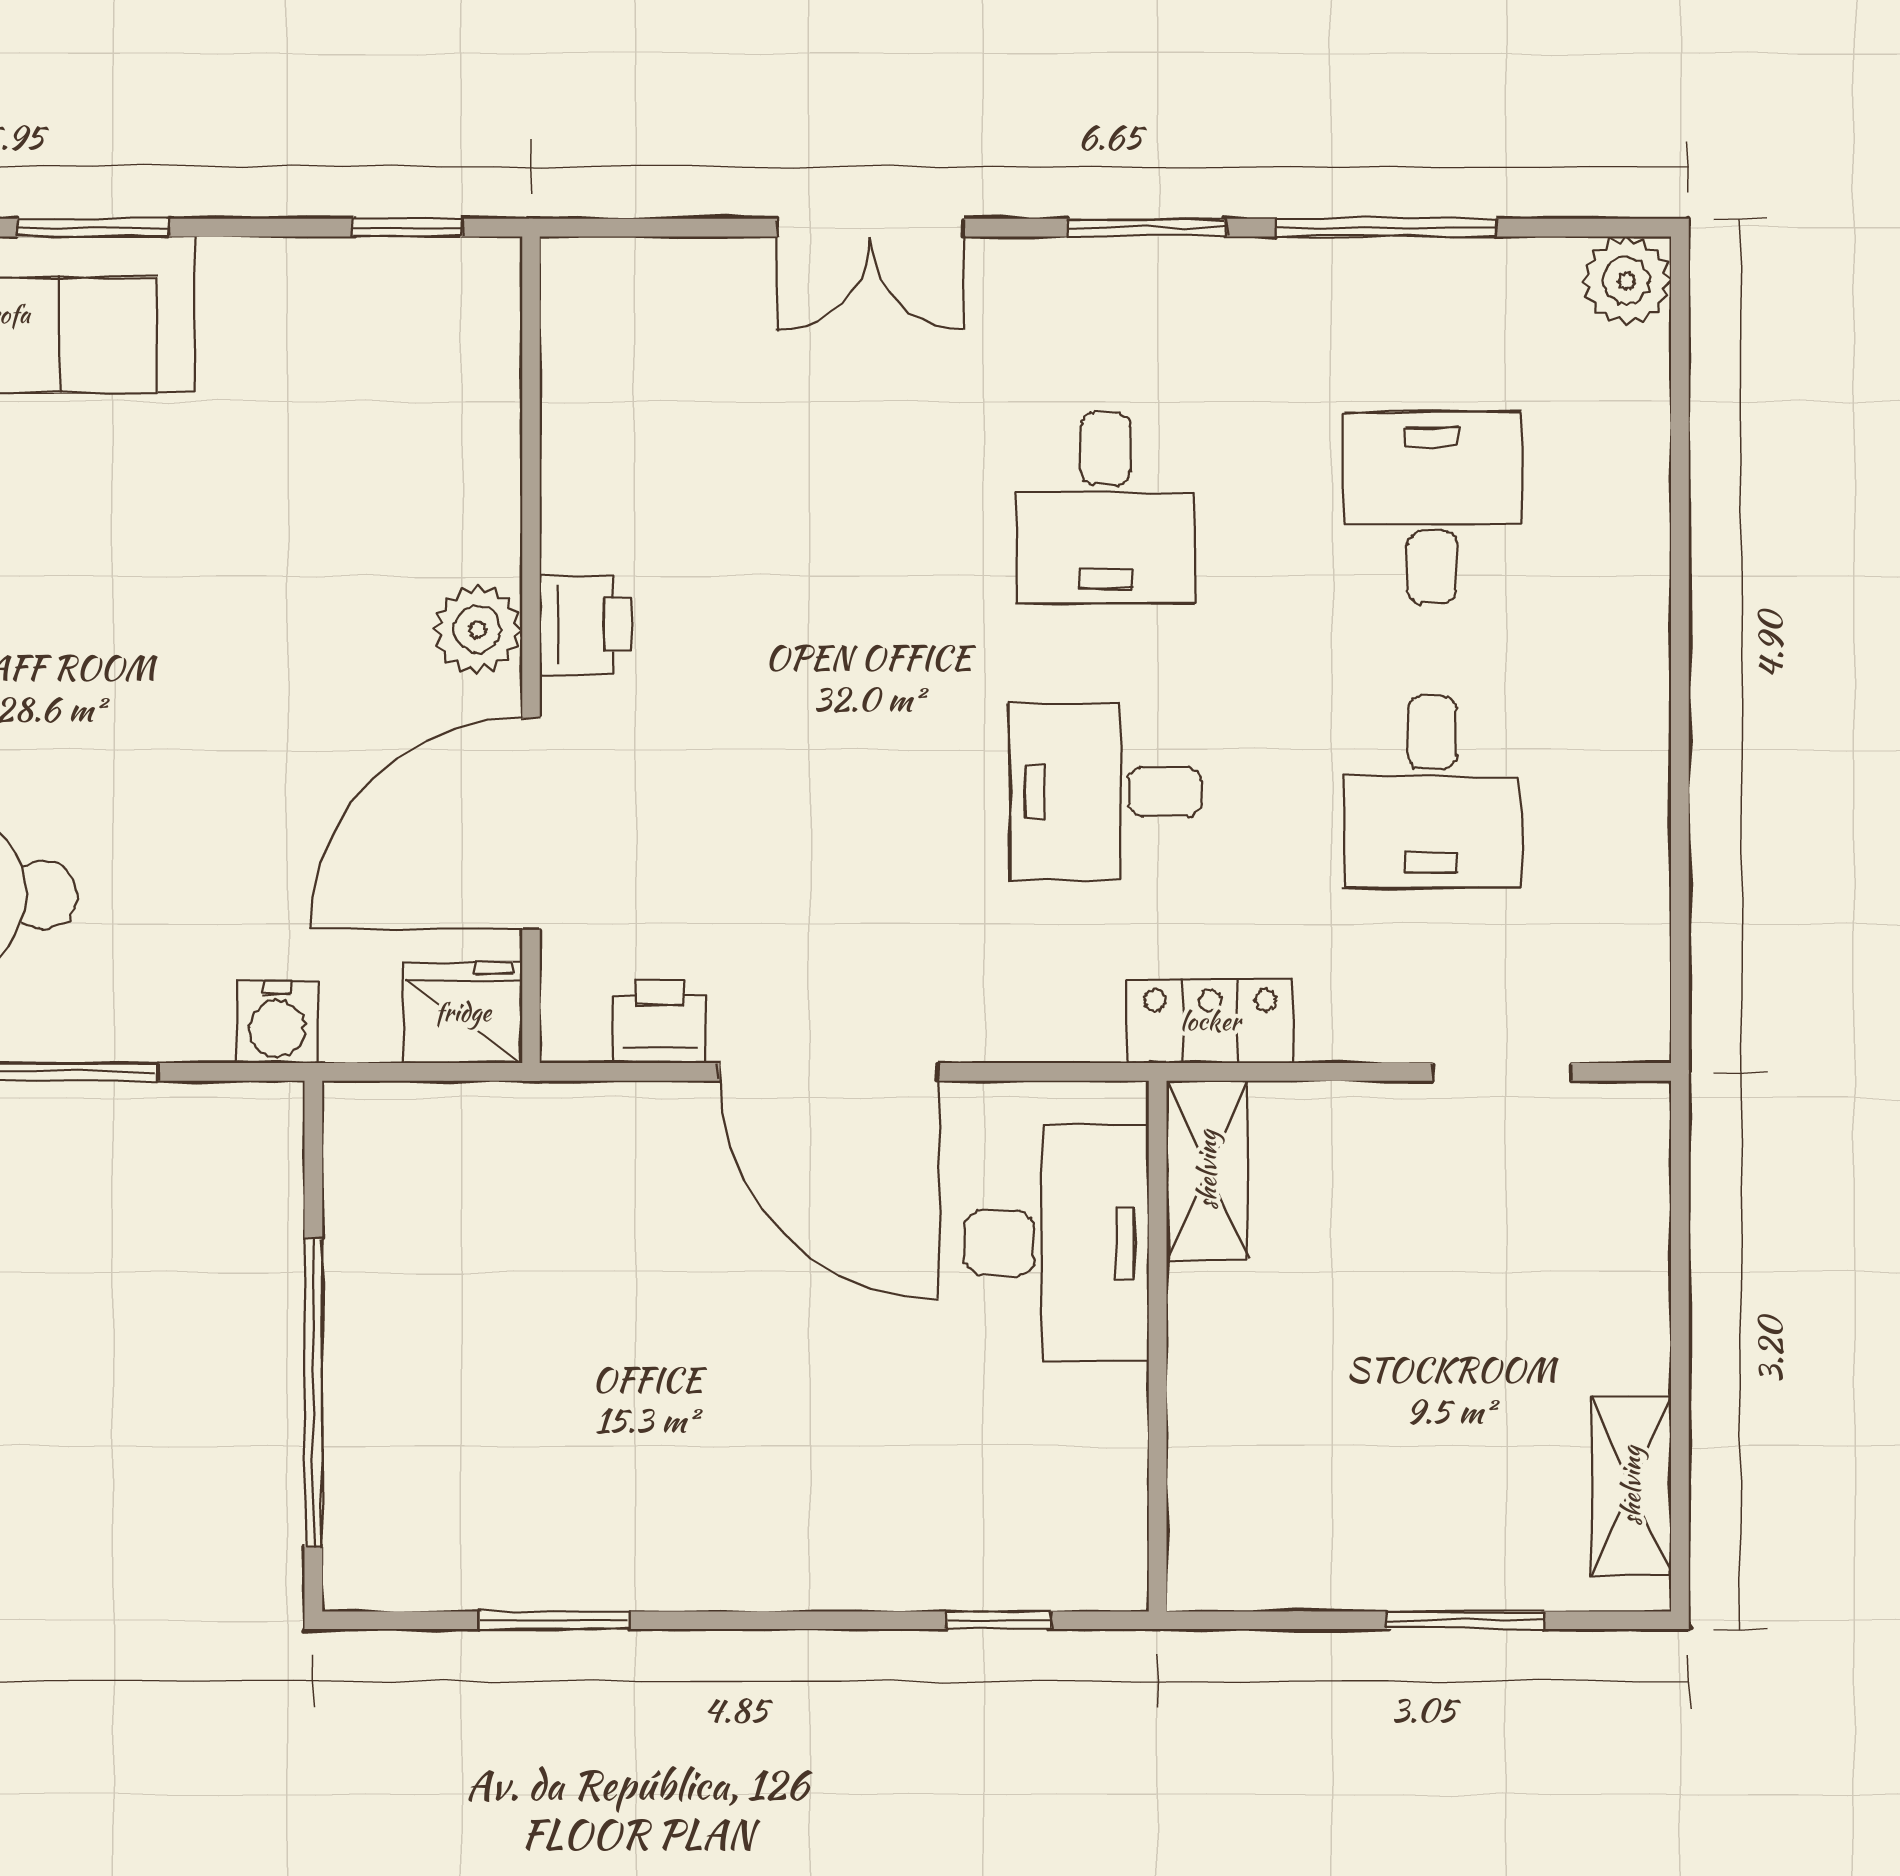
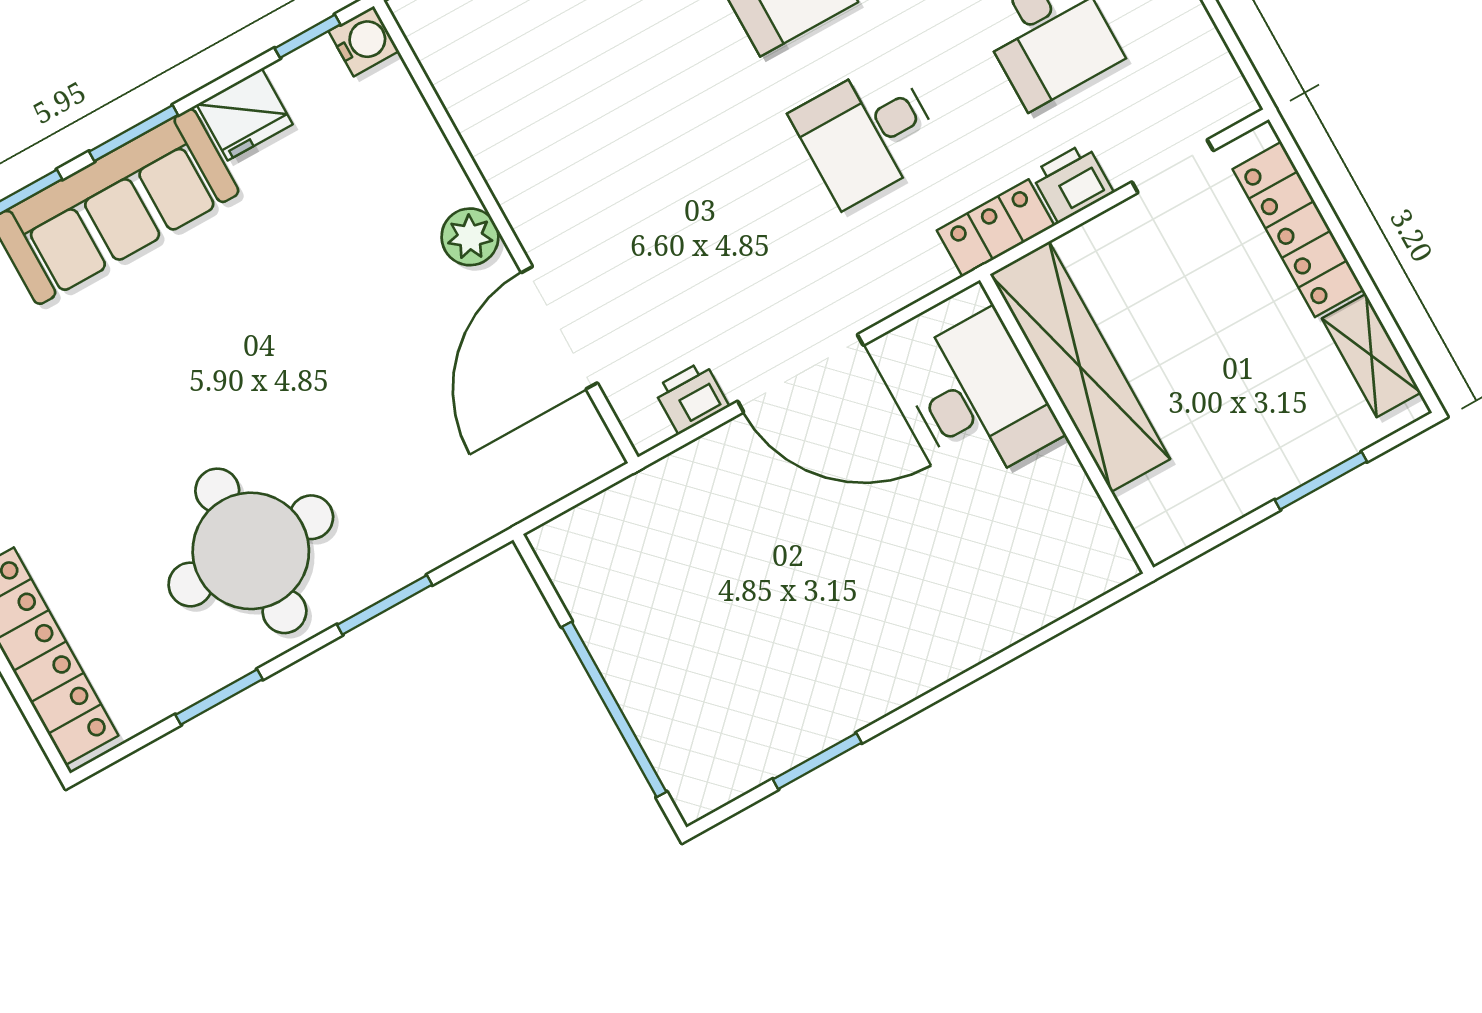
printer: (586, 625) -> (1072, 183), moved, turned -90
fridge: (463, 1012) -> (245, 114), moved, turned 180
water cooler: (277, 1022) -> (364, 41), moved, turned -90
shelving: (1207, 1170) -> (1080, 367), width x2.20, depth x1.33
locker: (1627, 1256) -> (1298, 229), added
window: (998, 1620) -> (1063, 625), removed

